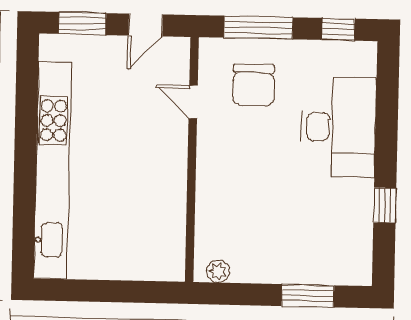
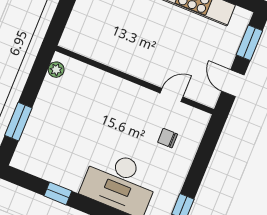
window: (258, 27) -> (204, 155), removed
chair: (254, 85) -> (168, 138), width x0.54, depth x0.54

